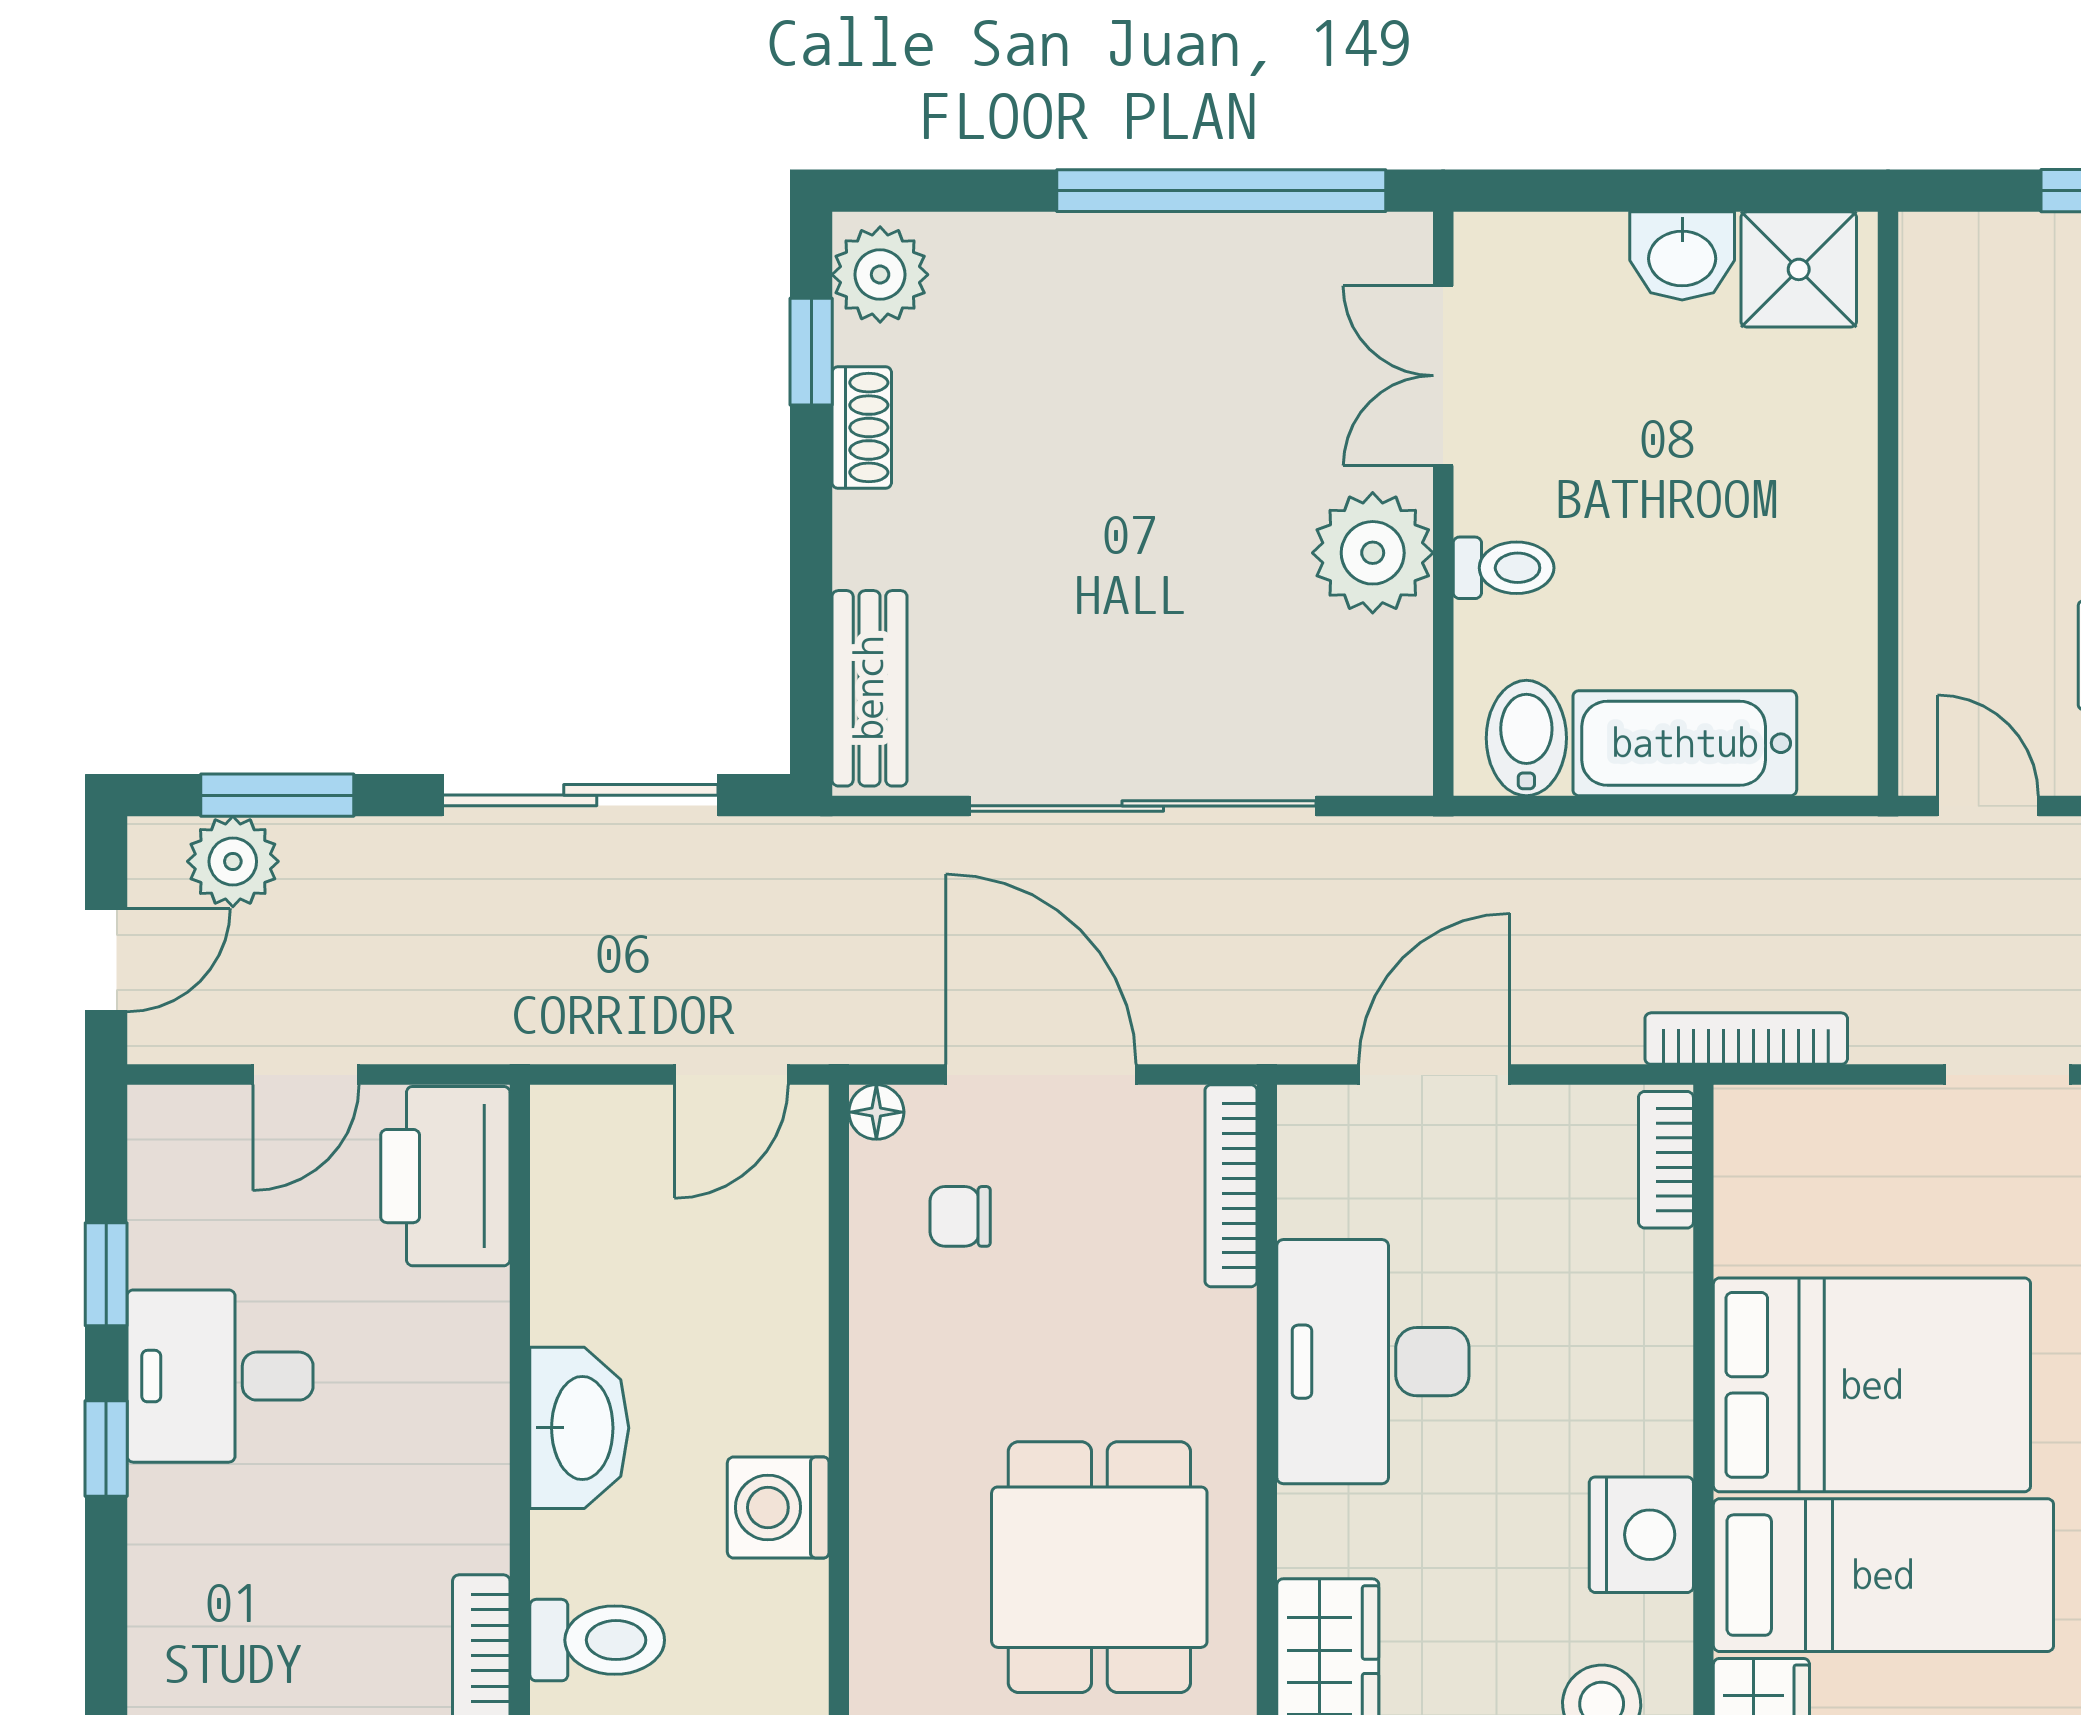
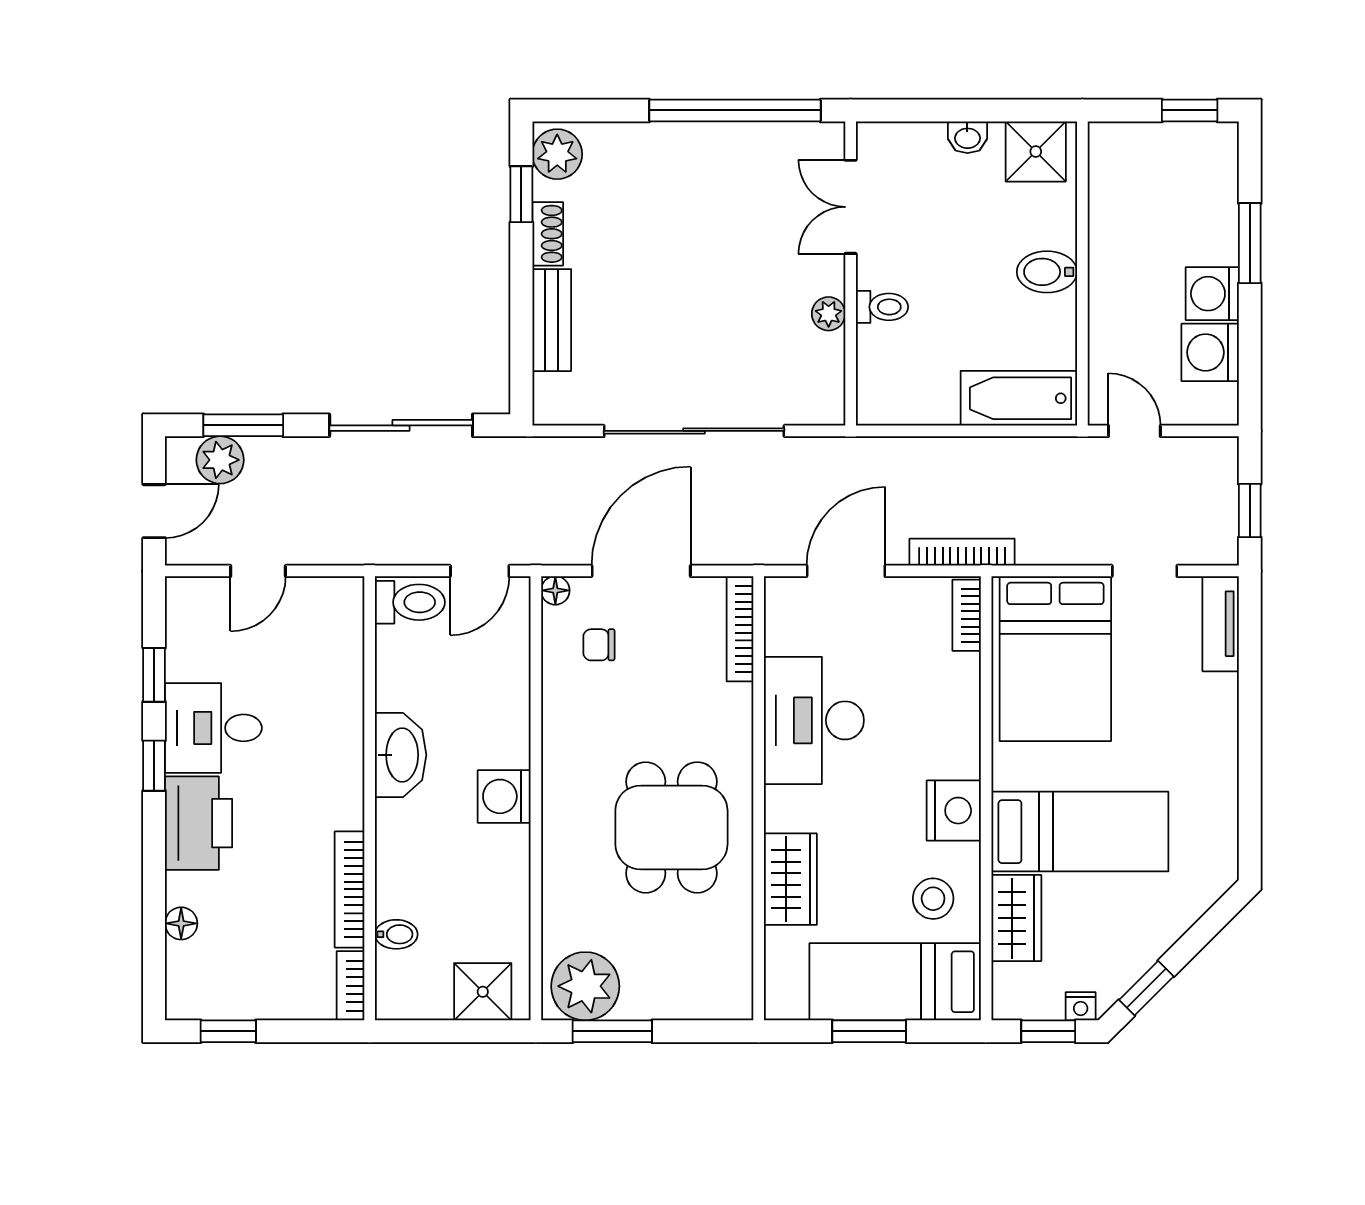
washbasin: (1682, 256) -> (967, 137), width x0.72, depth x0.69
plant: (1373, 553) -> (829, 314), width x0.53, depth x0.53
bench: (869, 688) -> (552, 320), moved
bidet: (1526, 738) -> (1047, 272), moved, turned -90
bathtub: (1685, 743) -> (1019, 398), moved
bookcase: (1746, 1039) -> (962, 552), moved
door: (1041, 1075) -> (641, 571), hinge flipped
printer: (445, 1176) -> (199, 823), moved, turned 180
bed: (1872, 1385) -> (1055, 659), moved, turned 90
toilet: (597, 1640) -> (410, 602), moved

